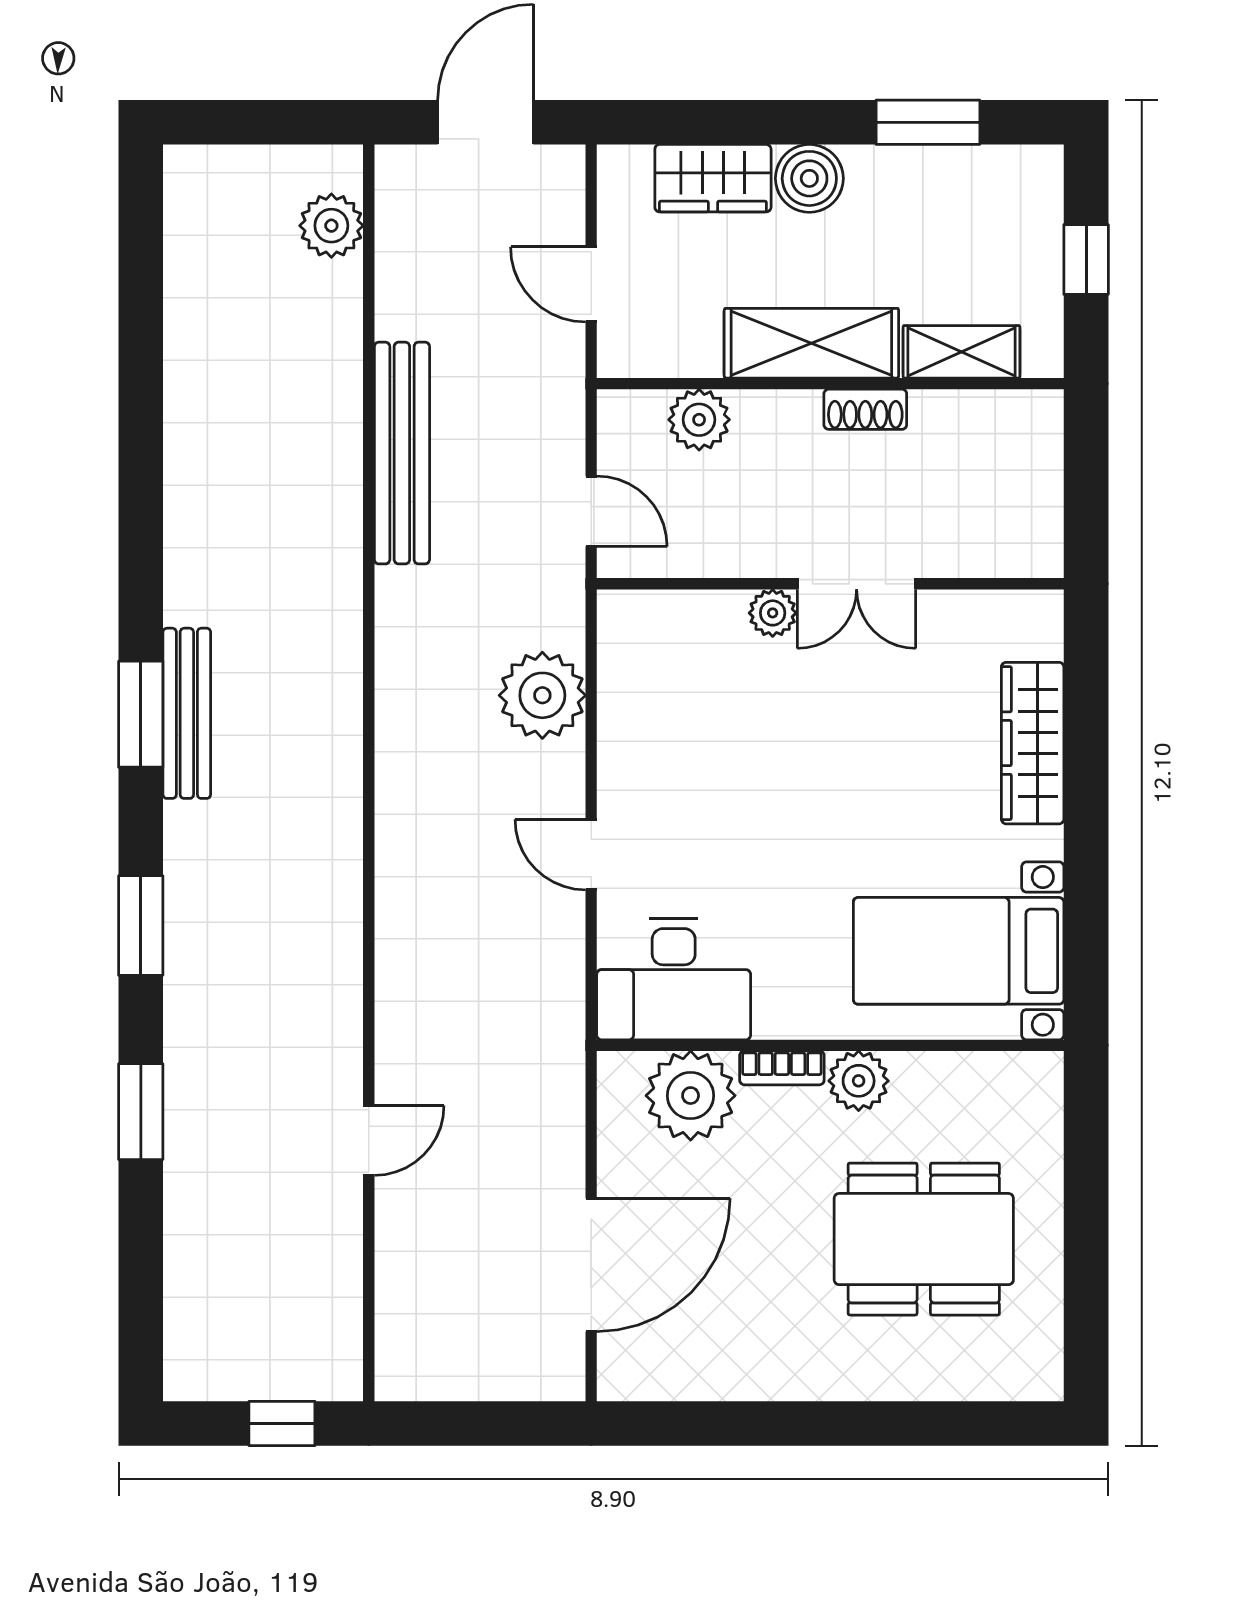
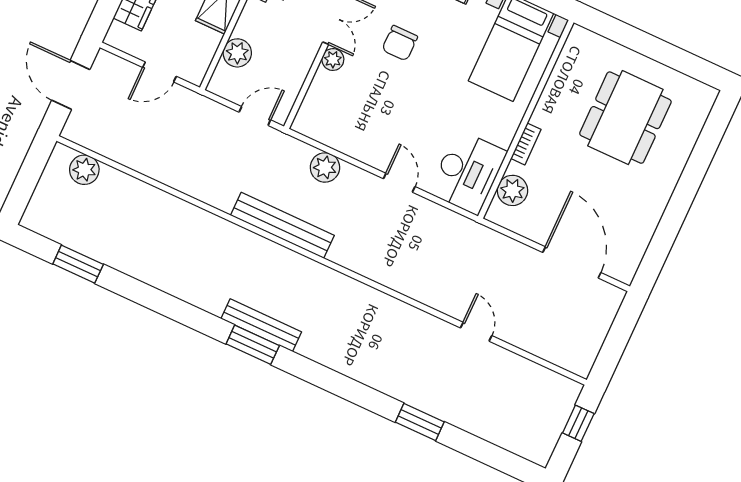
bench: (402, 453) -> (282, 225), moved
plant: (542, 695) -> (325, 167), width x0.73, depth x0.73
chair: (865, 729) -> (400, 43), added
door: (591, 855) -> (399, 183), swing flipped
window: (141, 925) -> (78, 264), moved
plant: (859, 1081) -> (546, 114), removed
plant: (691, 1096) -> (512, 190), width x0.73, depth x0.73

